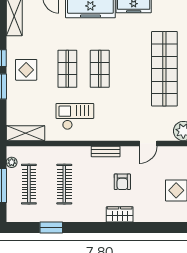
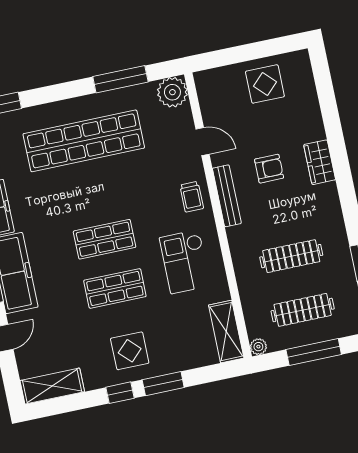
trolley: (115, 129) -> (192, 197), added
bench: (106, 152) -> (227, 196), width x1.36
plant: (12, 162) -> (258, 347), moved

